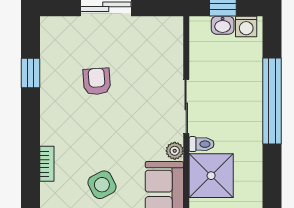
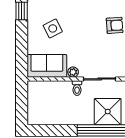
shower: (211, 176) -> (108, 112), moved

